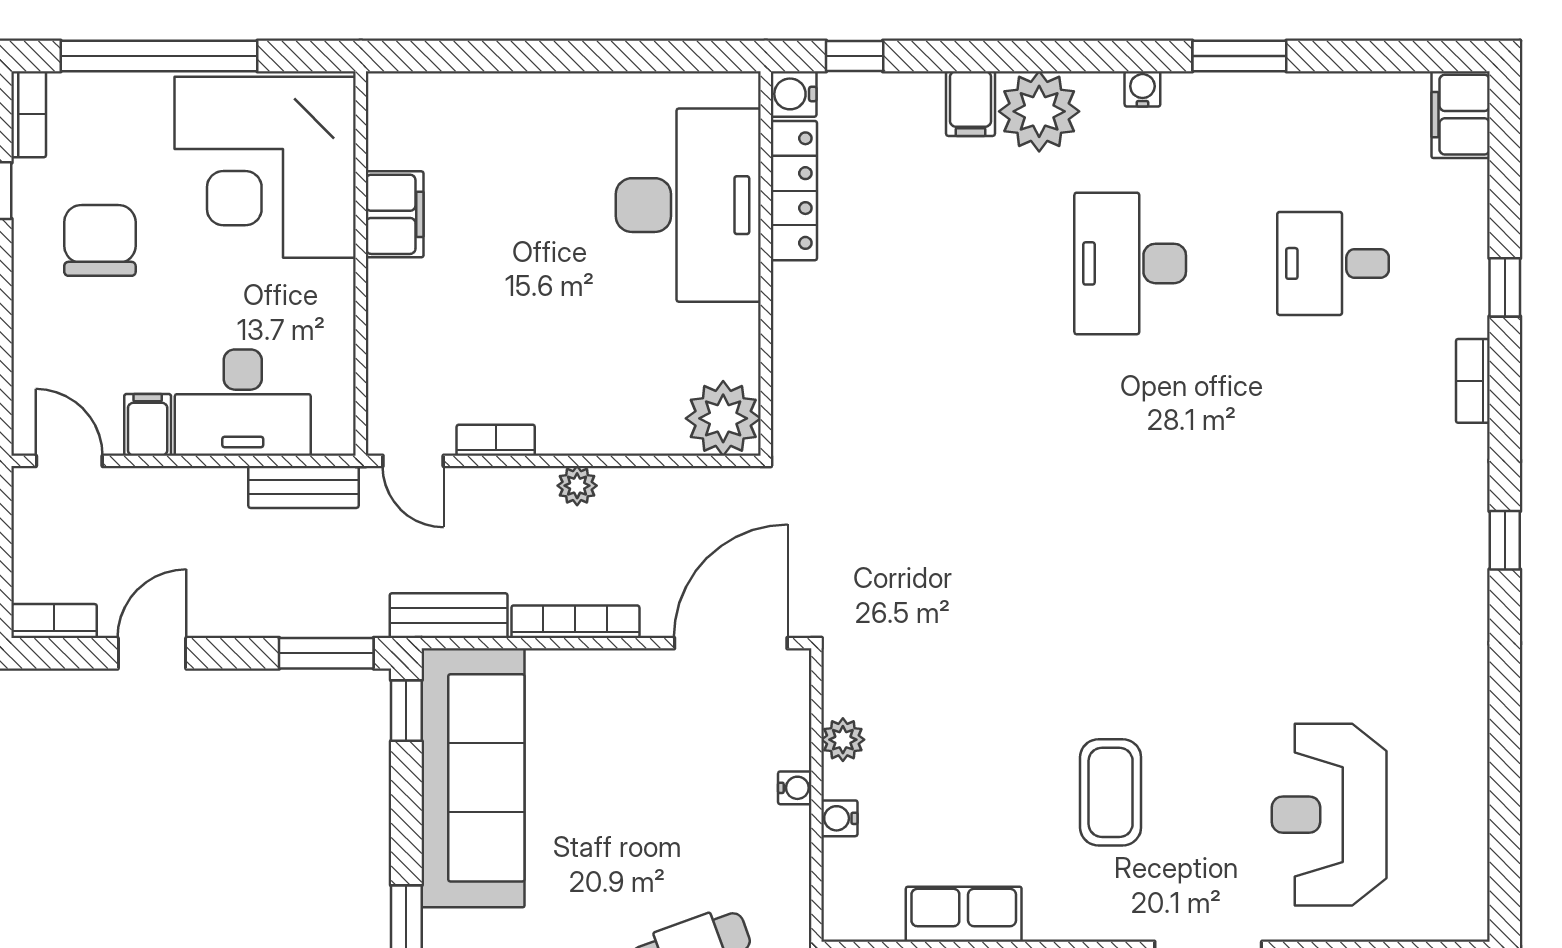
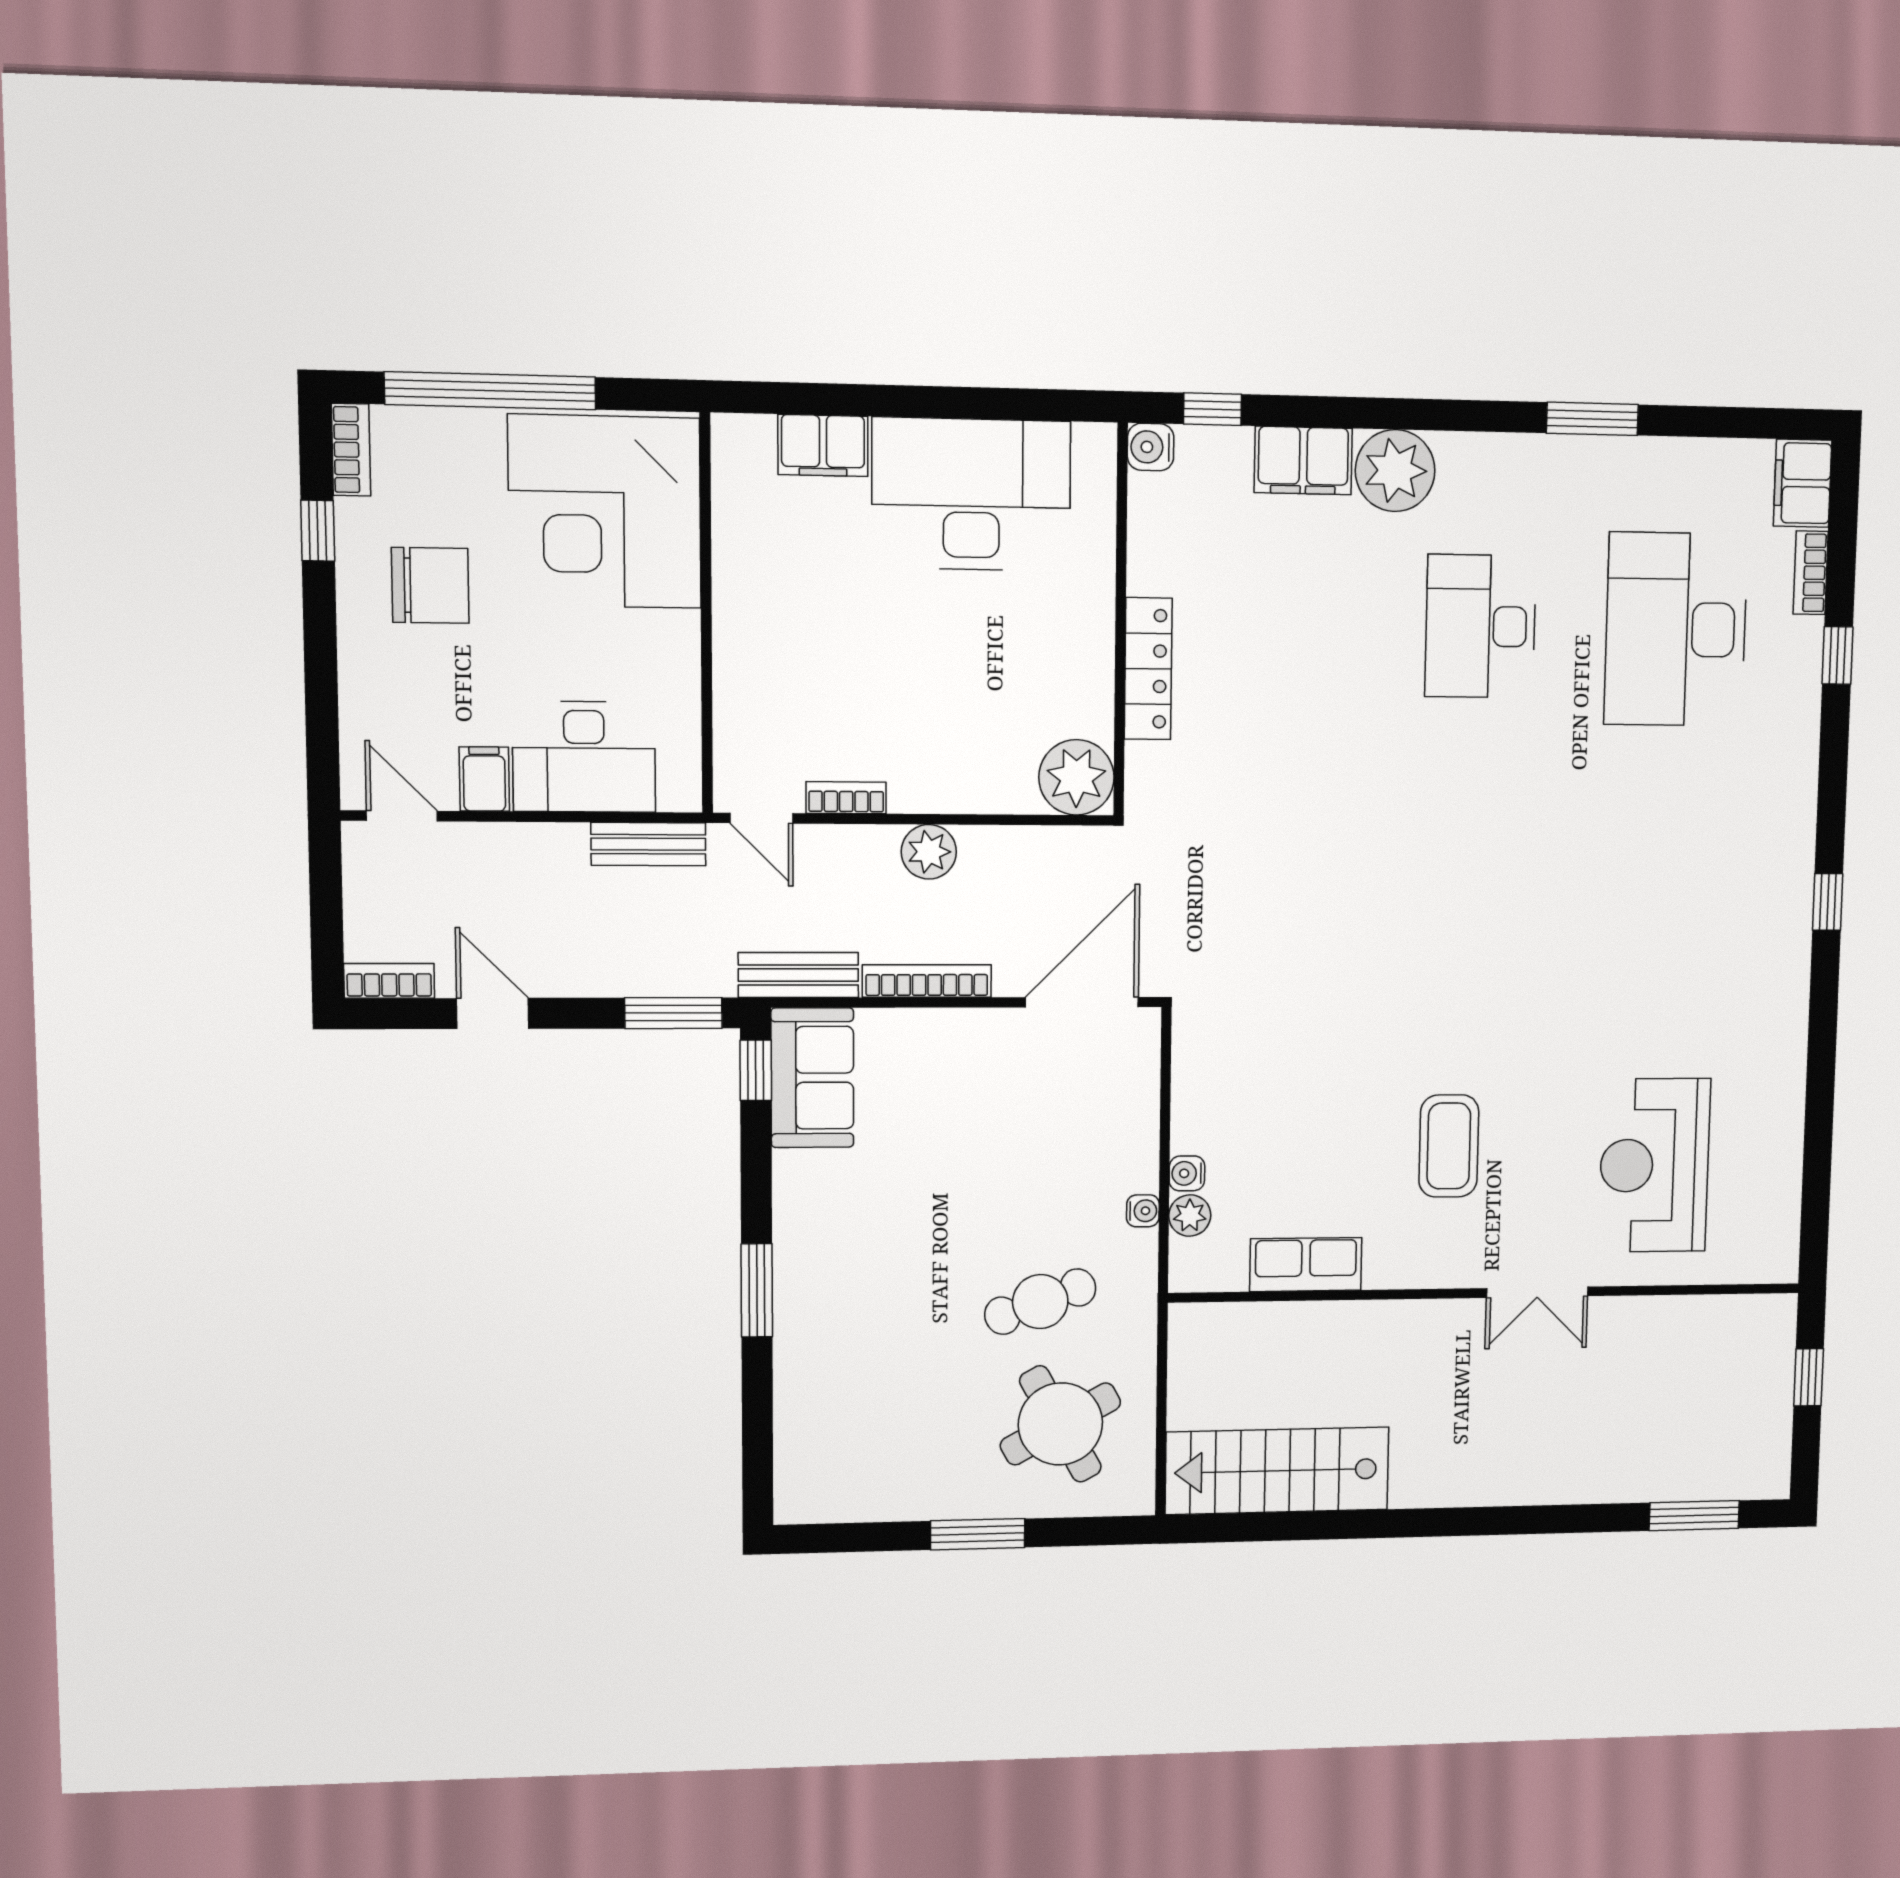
water cooler: (1142, 89) -> (1497, 450), removed
filing cabinet: (971, 104) -> (1303, 460), width x2.00
locker: (794, 191) -> (1148, 669), moved
desk: (688, 205) -> (971, 494), moved, turned -90
filing cabinet: (395, 214) -> (823, 445), moved, turned 90
chair: (100, 240) -> (430, 585), turned 90
desk: (1333, 263) -> (1676, 629), width x1.87, depth x1.30
bookcase: (1473, 381) -> (1811, 573), moved
plant: (577, 486) -> (929, 852), width x1.38, depth x1.38
door: (152, 653) -> (493, 1013), hinge flipped
plant: (843, 740) -> (1190, 1216), moved
sofa: (473, 778) -> (812, 1078), width x0.54, depth x0.79
water cooler: (795, 788) -> (1143, 1211), moved

